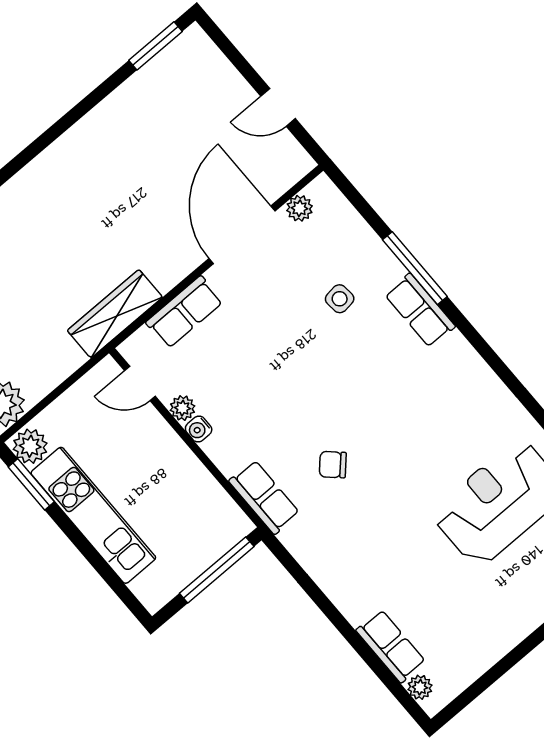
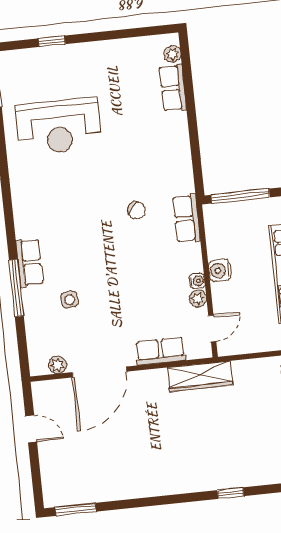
door: (140, 383) -> (212, 328), hinge flipped
water cooler: (180, 461) -> (220, 270), added

